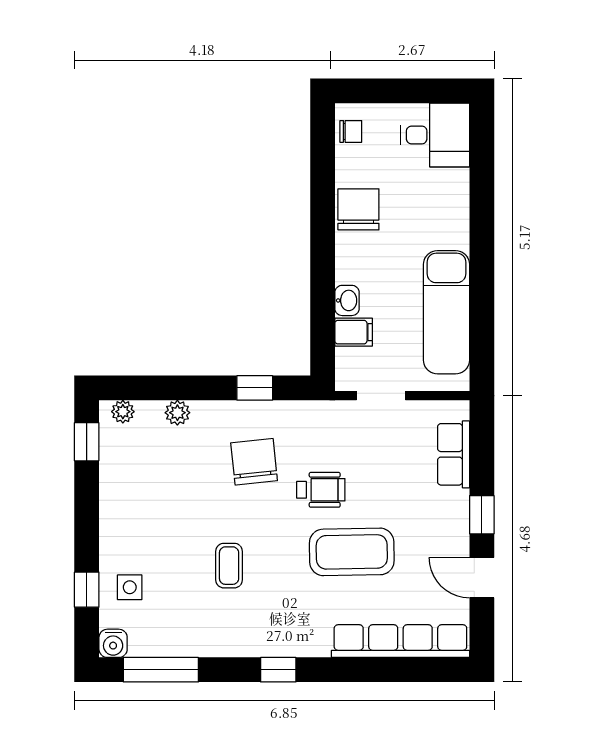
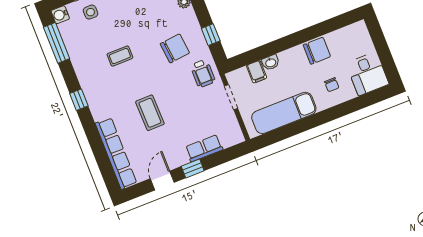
chair: (351, 131) -> (332, 85), moved
row of seats: (454, 454) -> (204, 148), moved
wheelchair: (321, 490) -> (203, 73), moved
coffee table: (352, 552) -> (150, 113), width x0.73, depth x0.76

